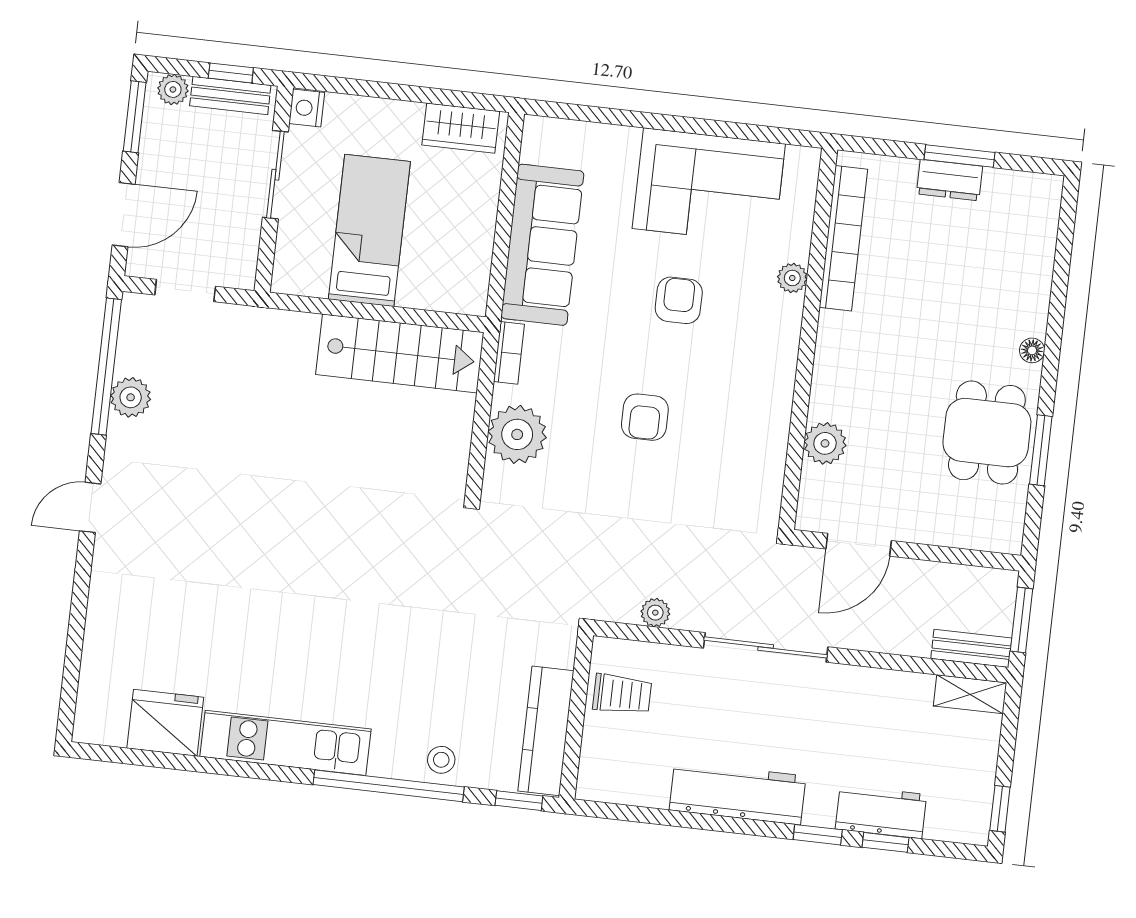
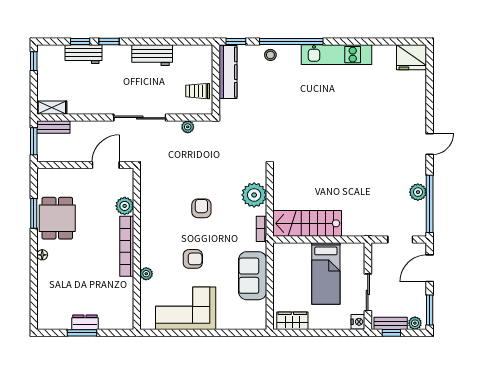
bookcase: (843, 238) -> (127, 246), moved
sofa: (542, 245) -> (253, 276), width x0.73
armchair: (679, 300) -> (193, 259), turned -90
fridge: (165, 723) -> (412, 57), moved
workbench: (738, 793) -> (152, 55), width x0.73

